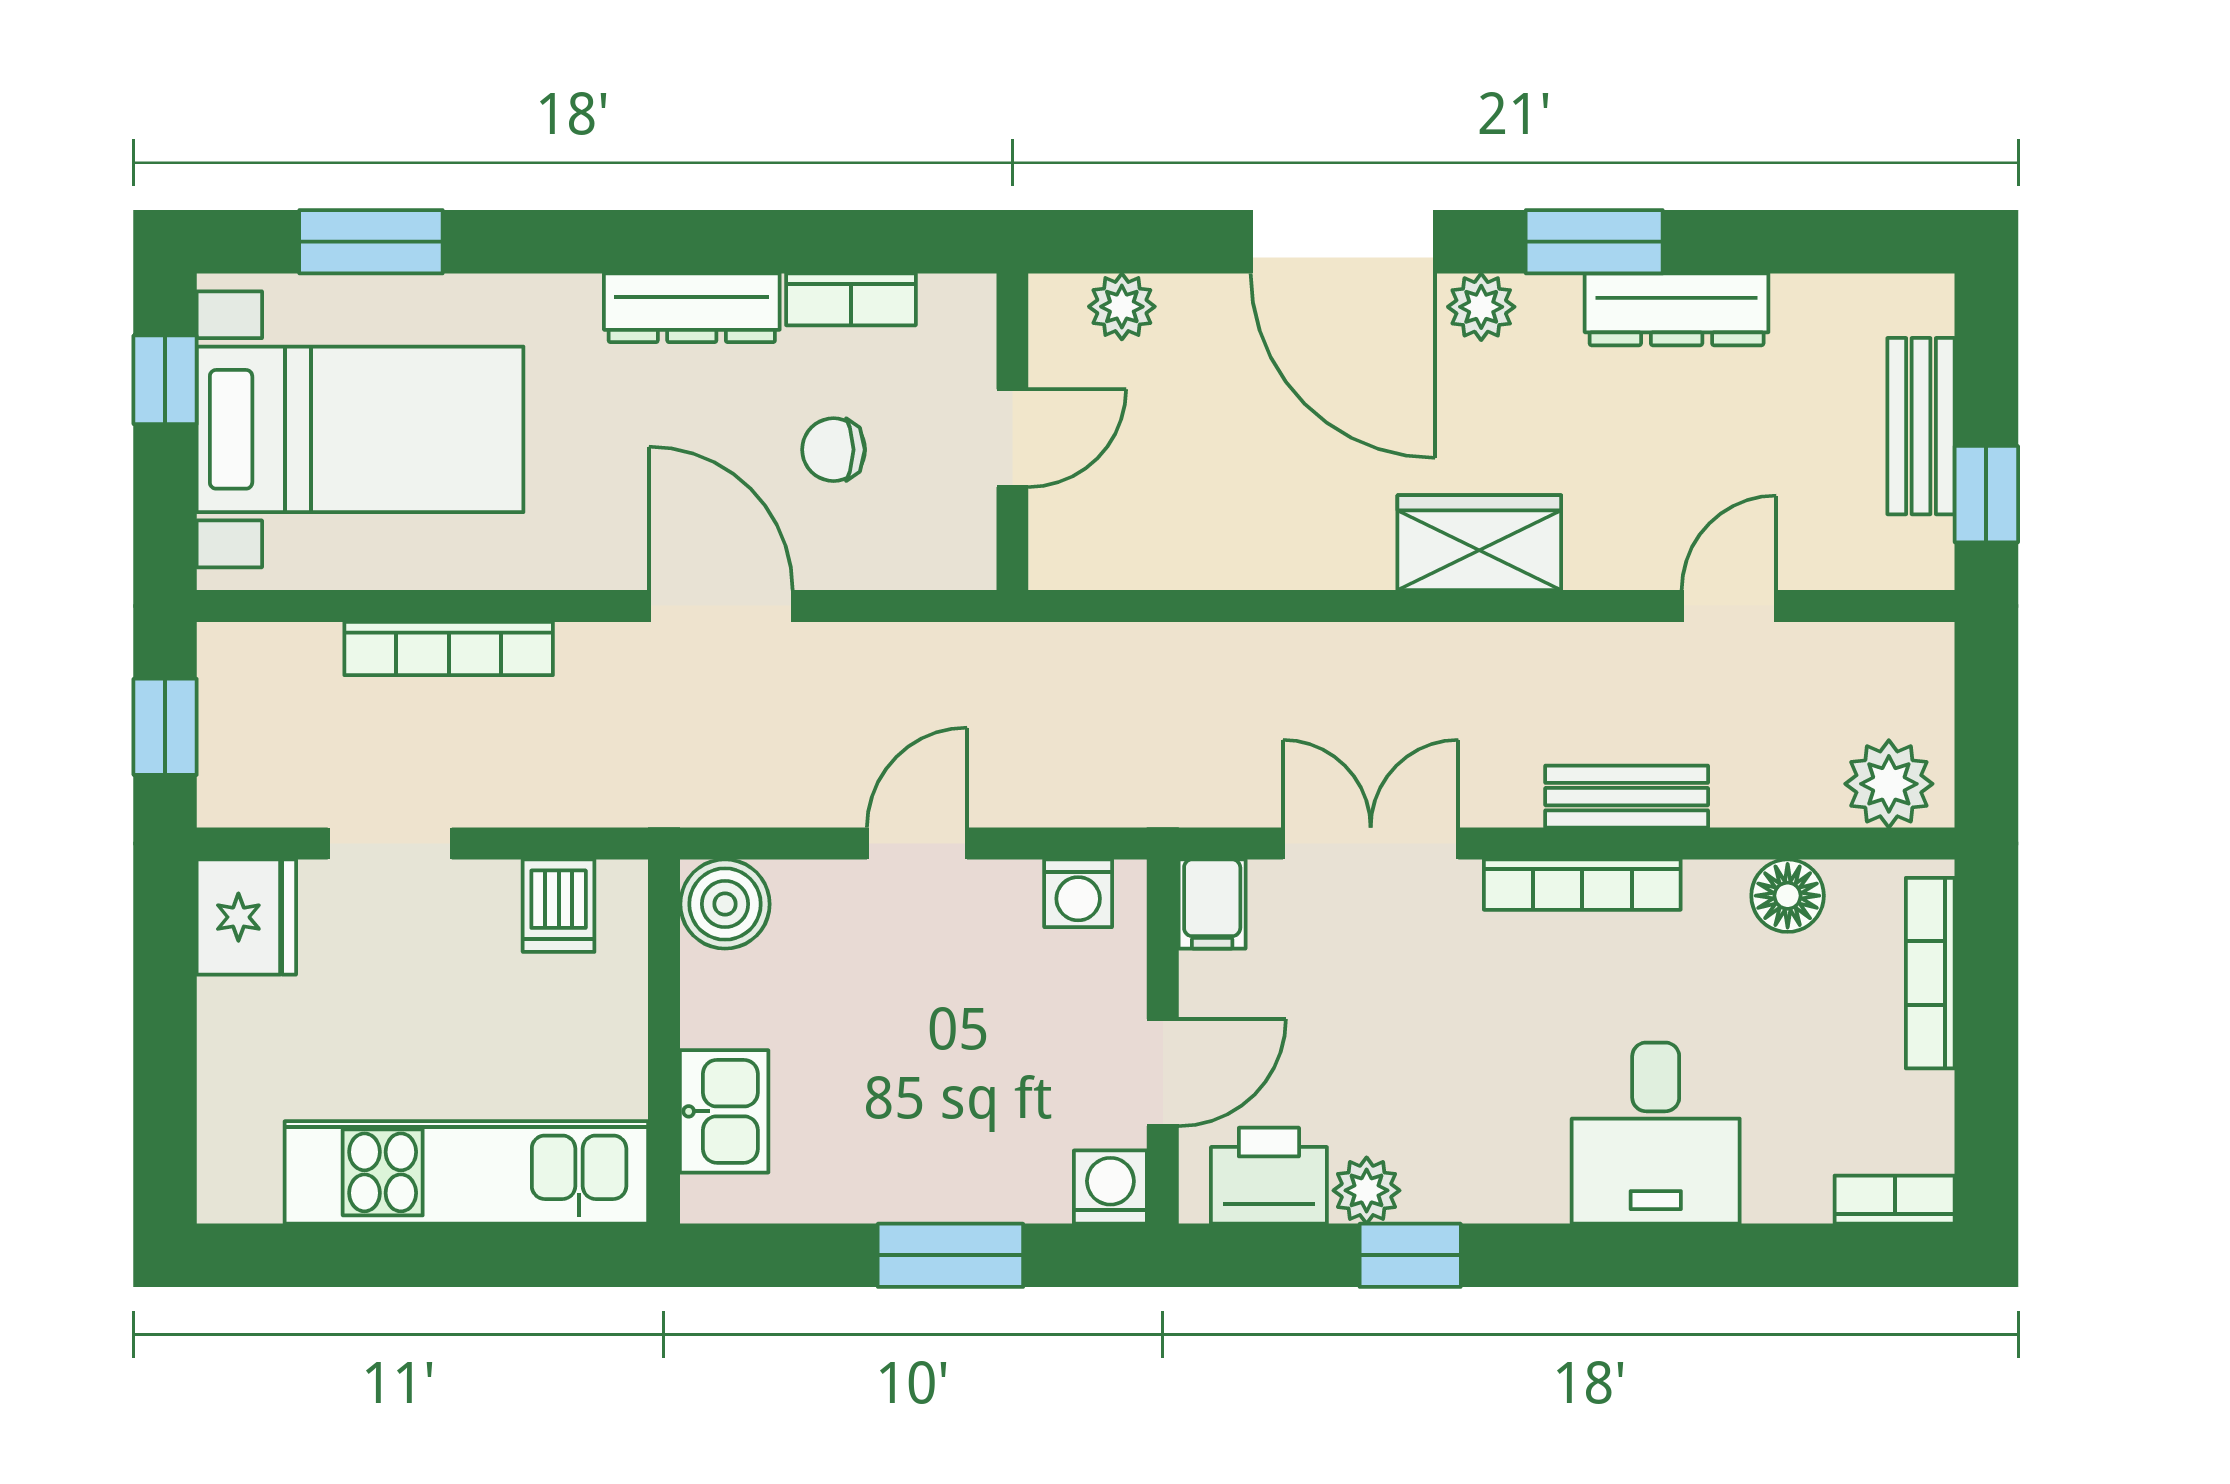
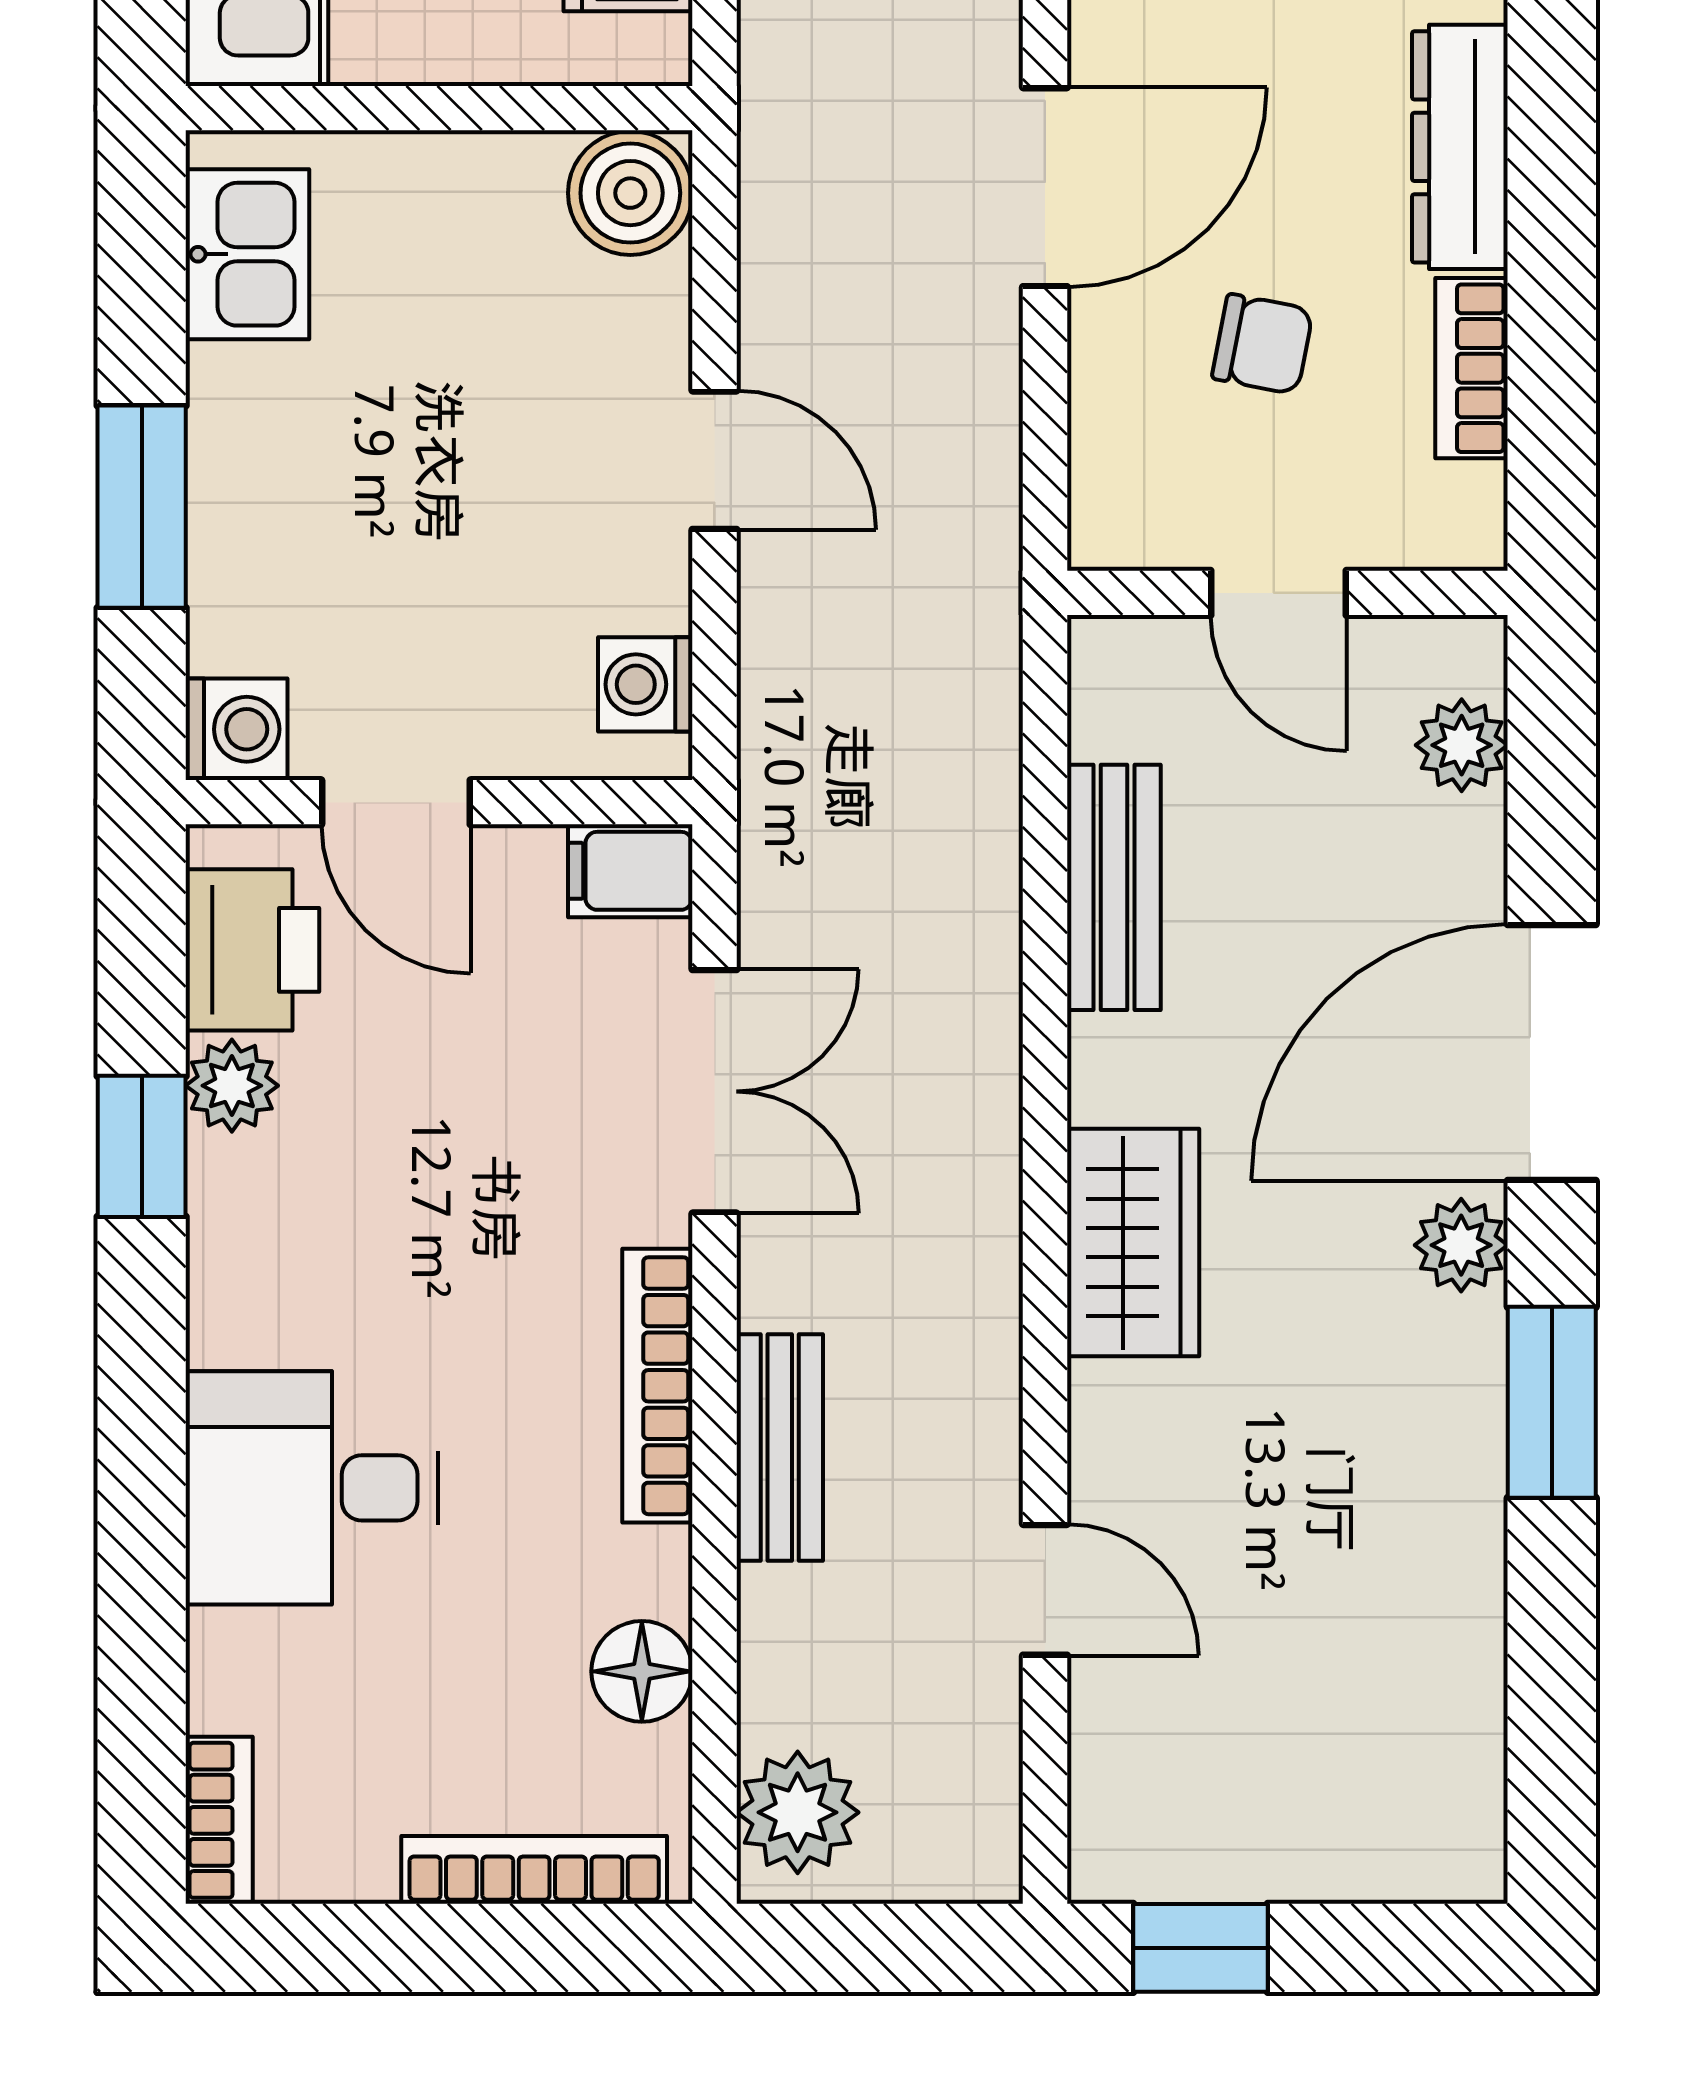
dresser: (1677, 309) -> (1458, 1517), removed
bench: (1921, 426) -> (1114, 887), moved, turned 90
chair: (834, 450) -> (1262, 344), turned 101
kitchen sink: (724, 1111) -> (247, 254), moved, turned -90

